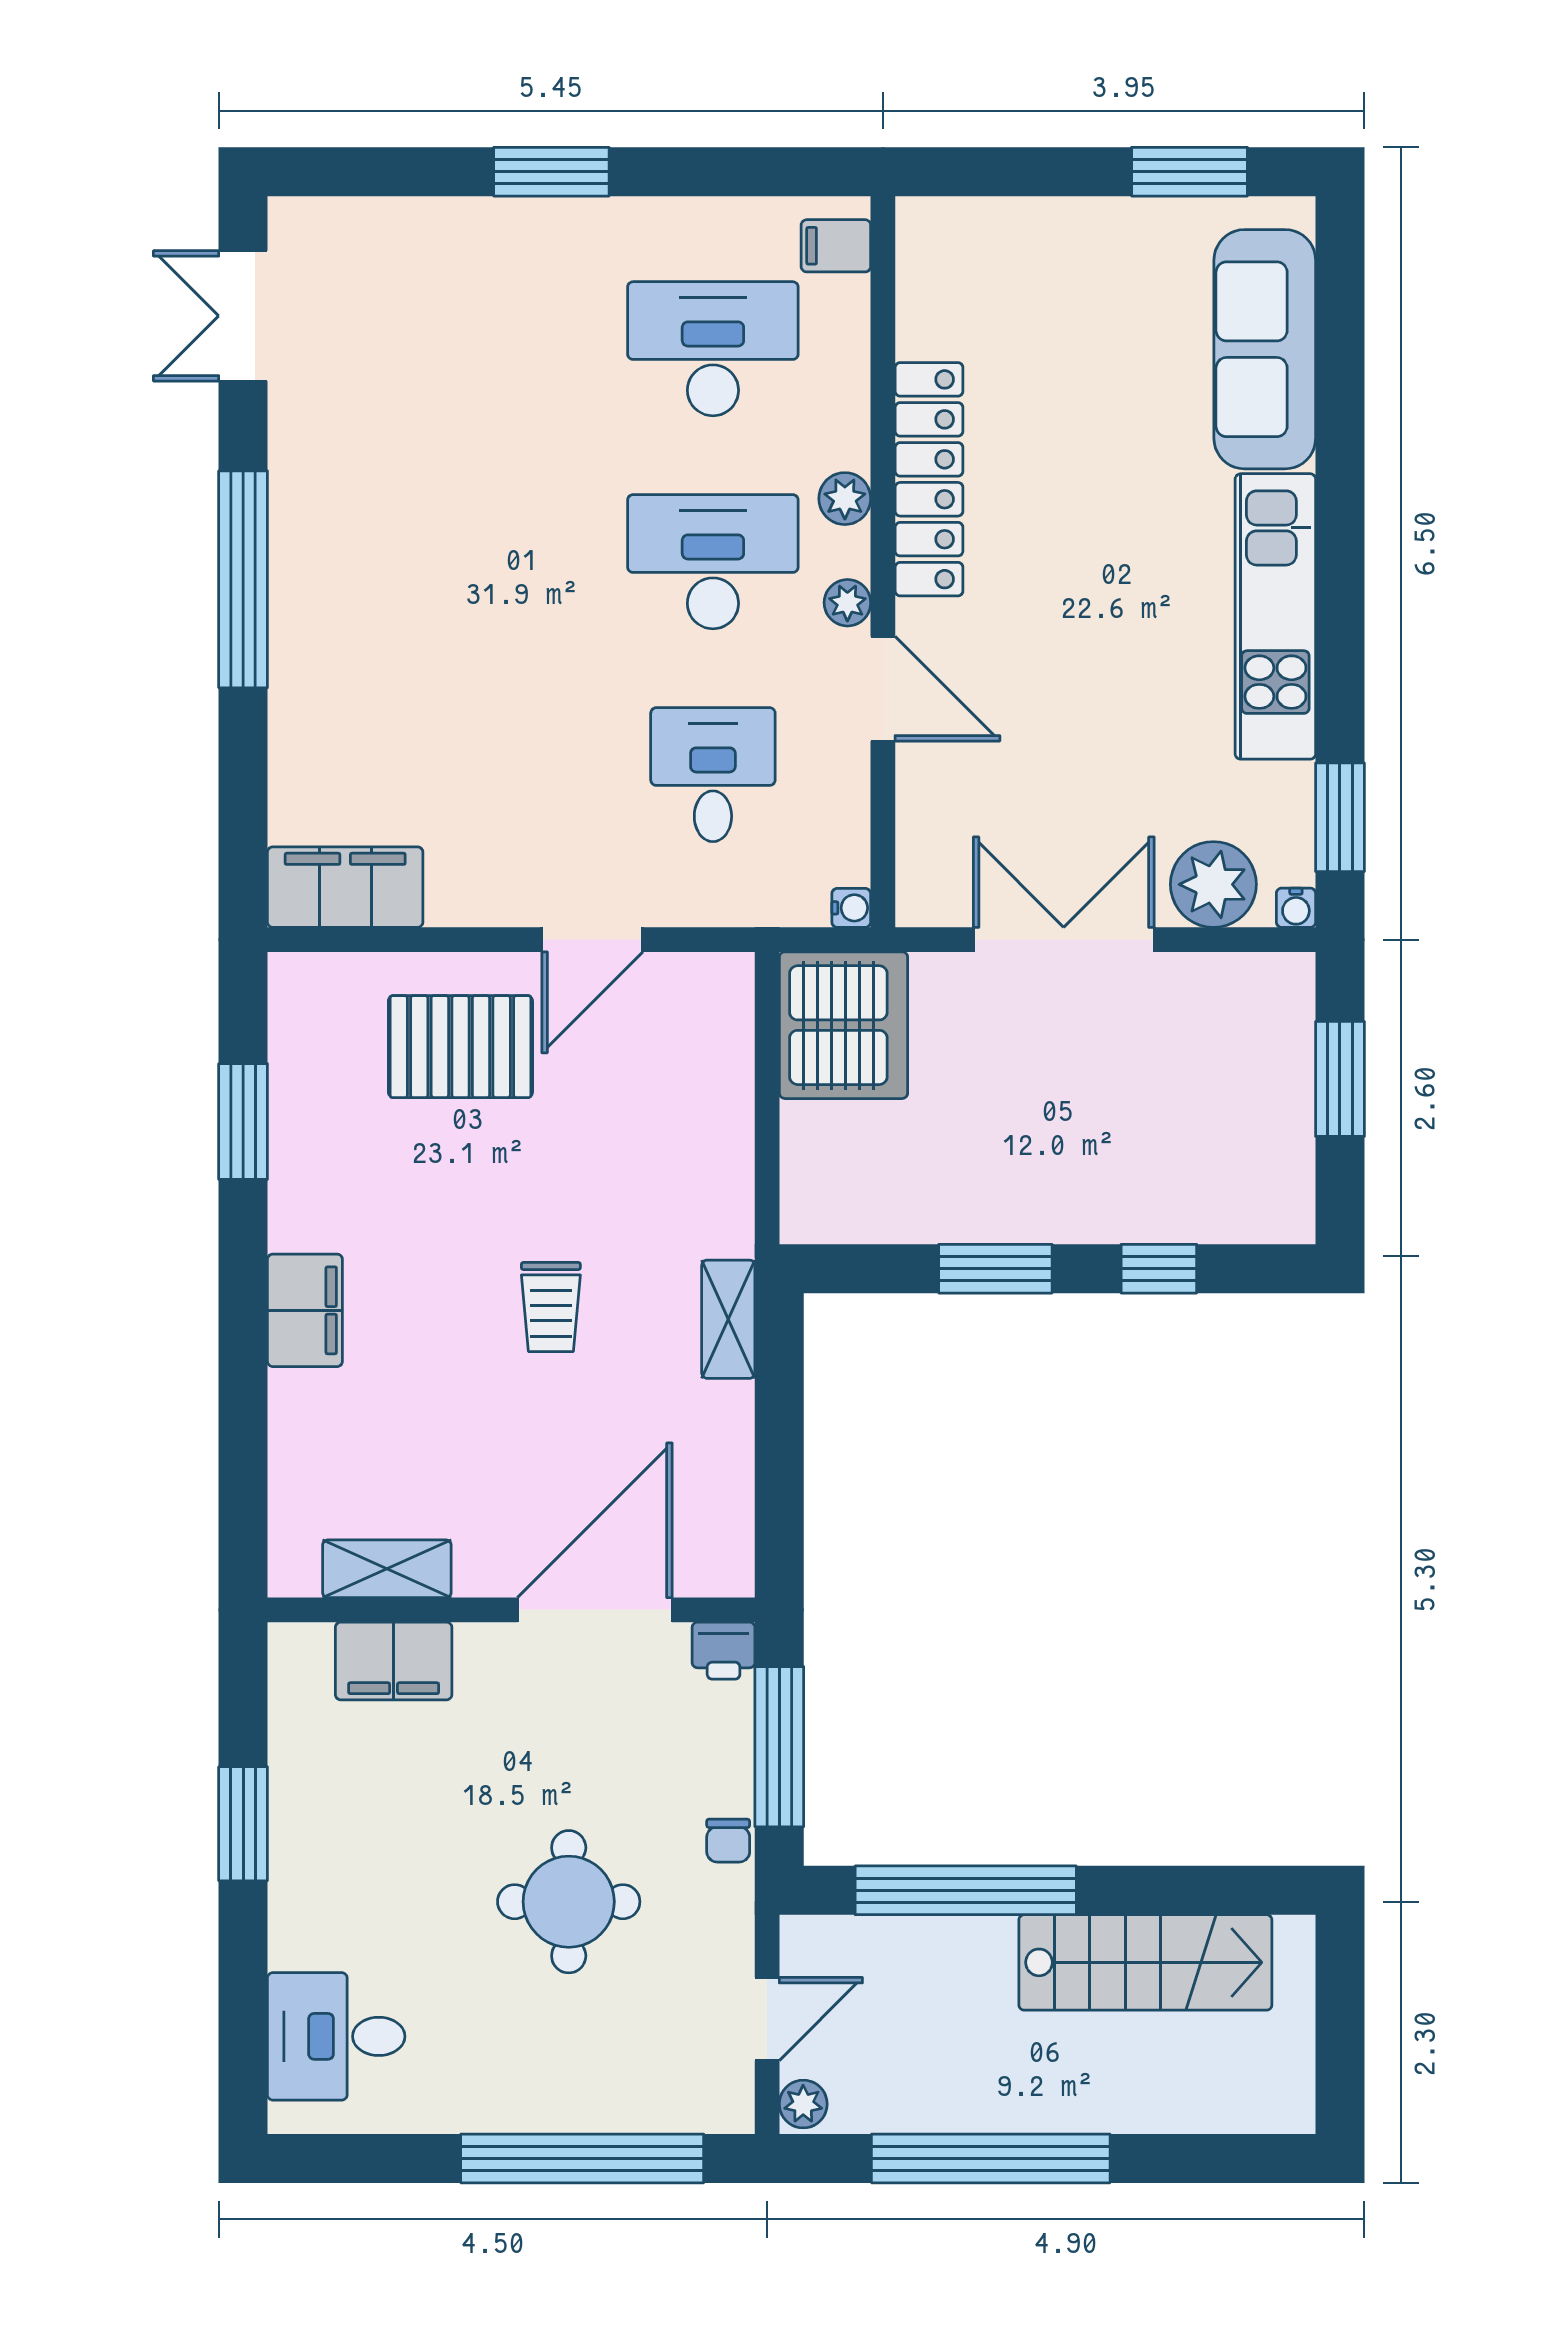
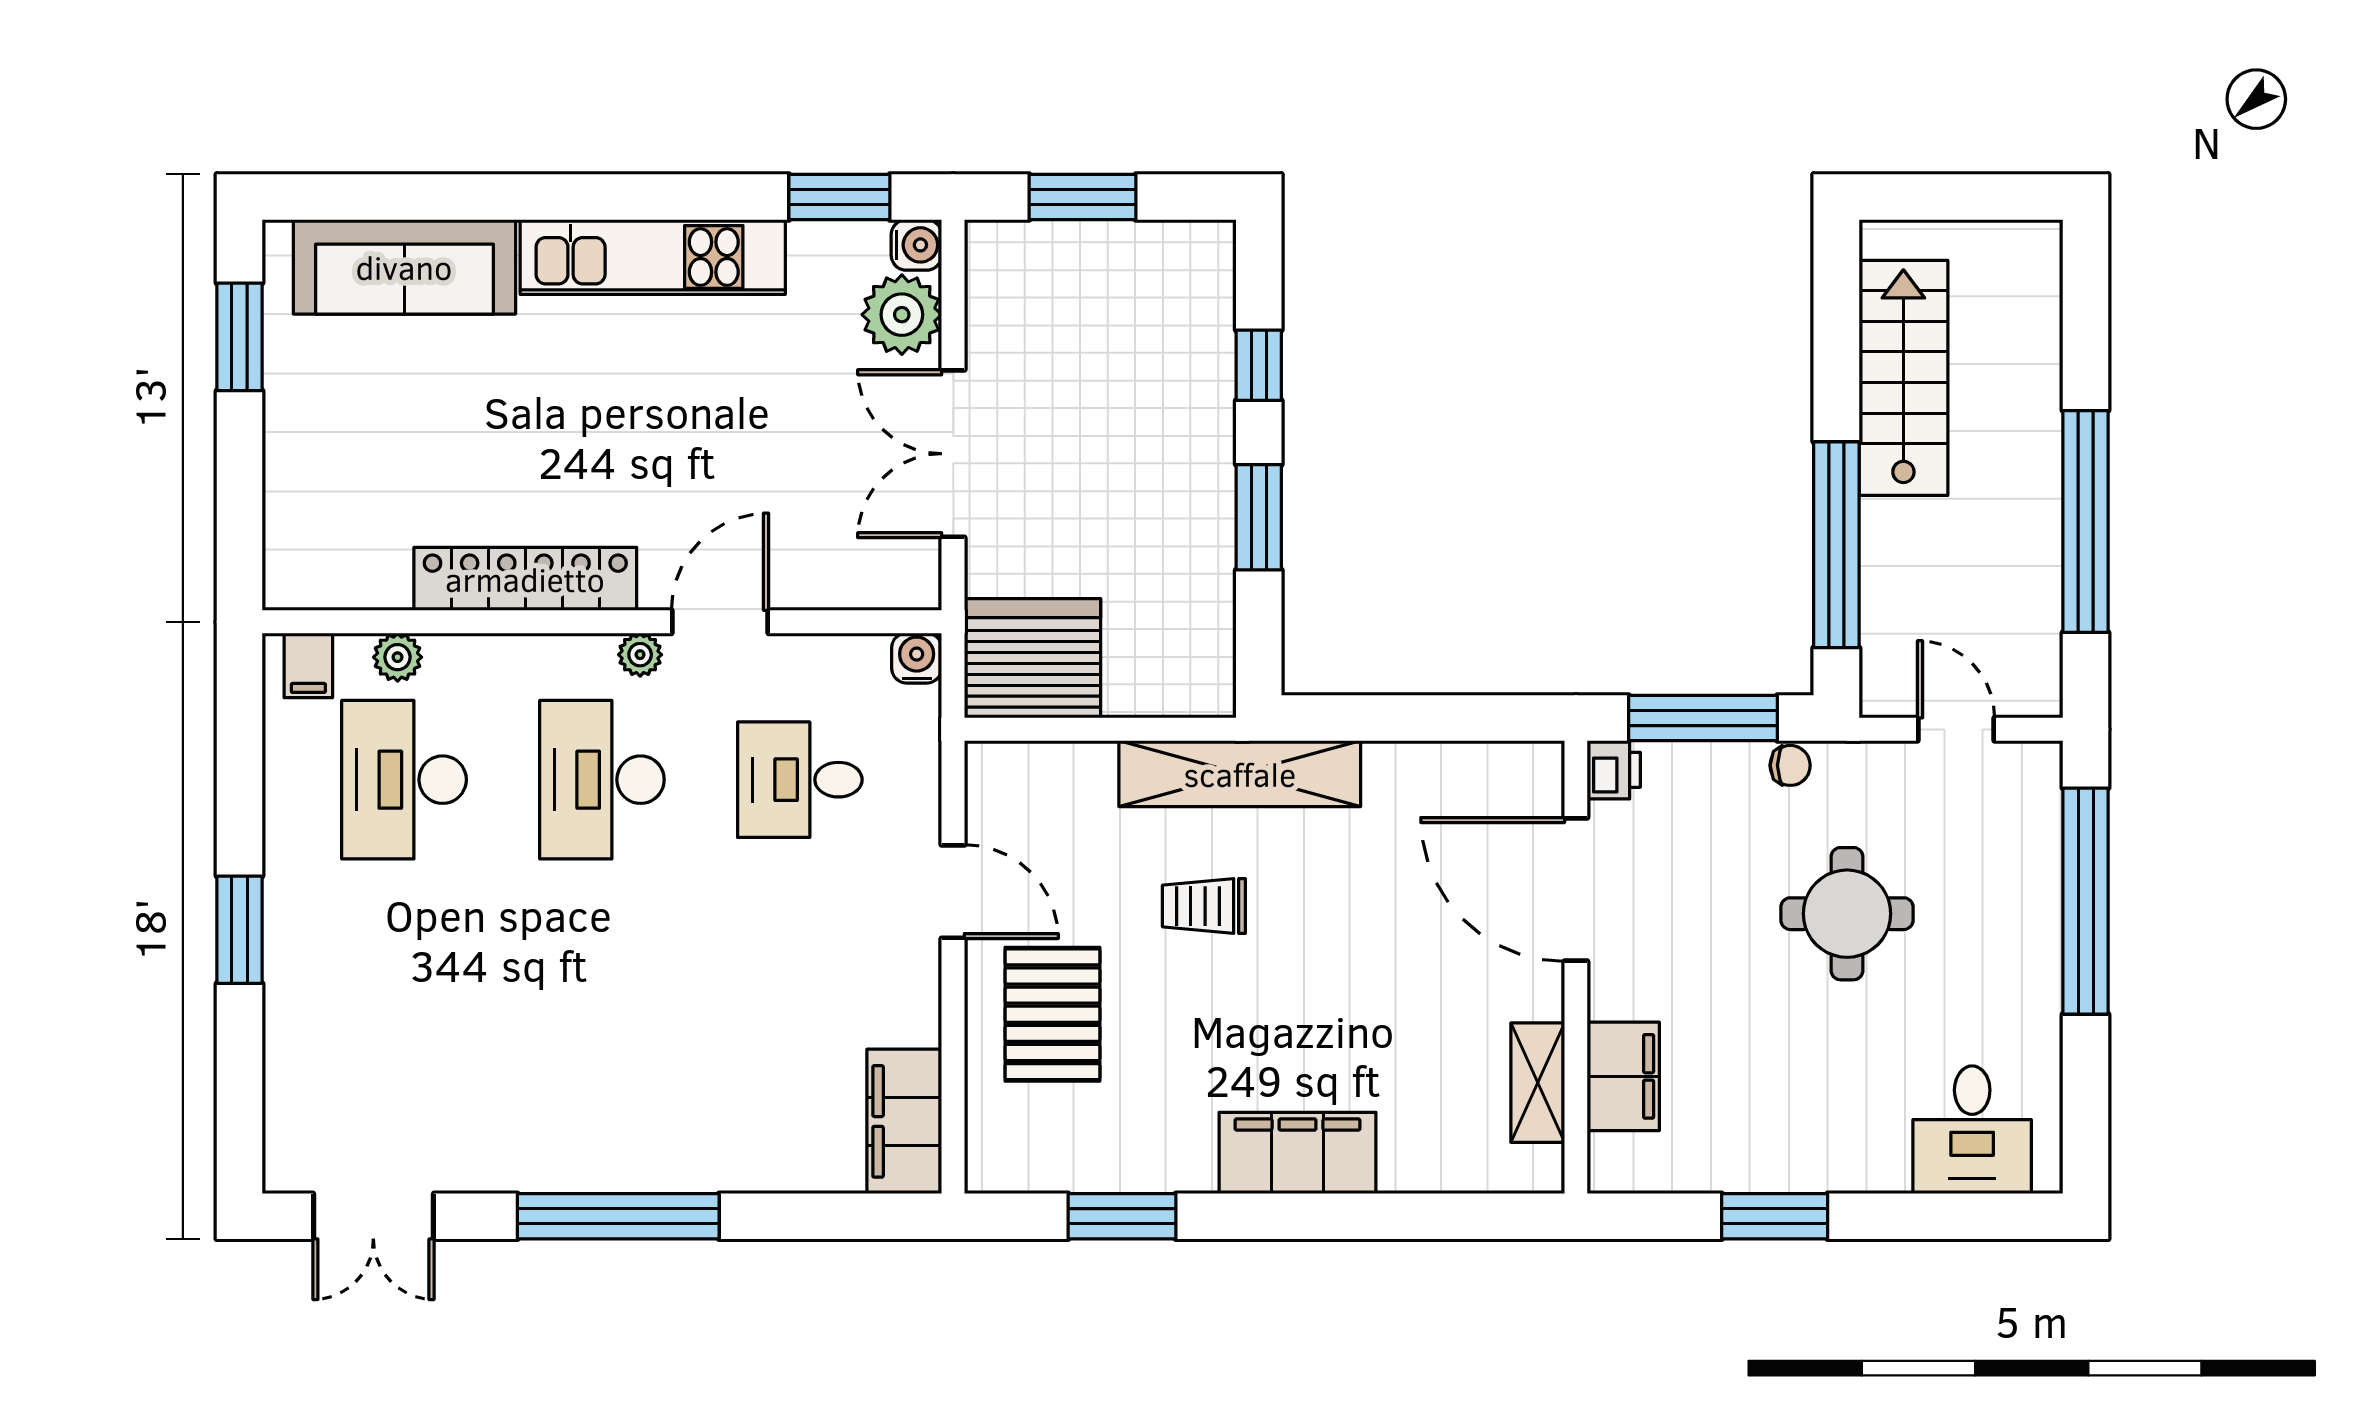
plant: (845, 499) -> (398, 657), moved
water cooler: (851, 908) -> (917, 658), width x1.38, depth x1.38
water cooler: (1296, 908) -> (916, 245), width x1.38, depth x1.38
trolley: (551, 1307) -> (1204, 906), moved, turned 180
filing cabinet: (305, 1310) -> (1297, 1153), width x1.50, depth x1.17
shelving: (728, 1319) -> (1240, 774), width x2.20, depth x1.33
plant: (803, 2104) -> (2035, 696), removed

